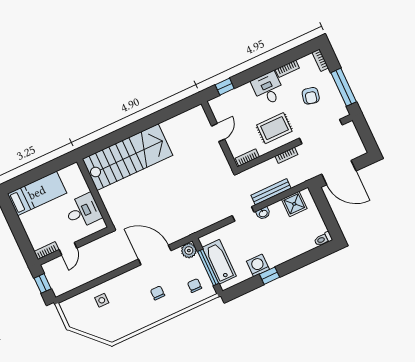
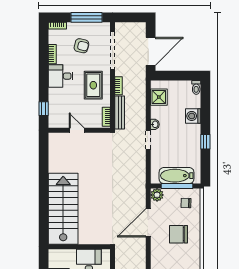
bench: (271, 192) -> (120, 112), moved
washing machine: (258, 265) -> (193, 116), moved
chair: (158, 293) -> (178, 234), width x1.87, depth x1.87

